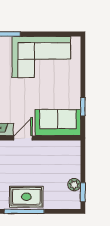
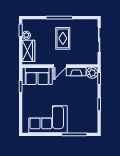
wardrobe: (71, 161) -> (28, 51), added
rug: (26, 197) -> (63, 38), moved, turned 90

